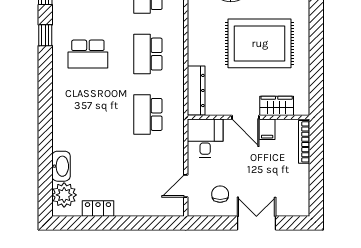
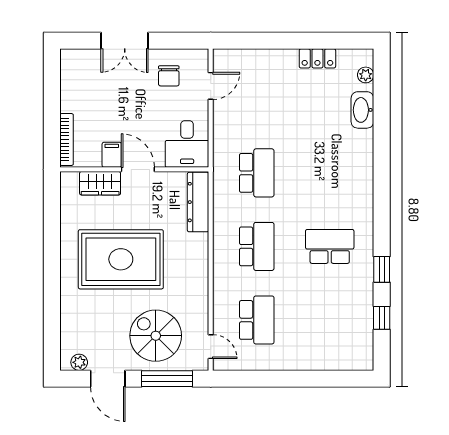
plant: (64, 195) -> (366, 75), width x0.53, depth x0.53

